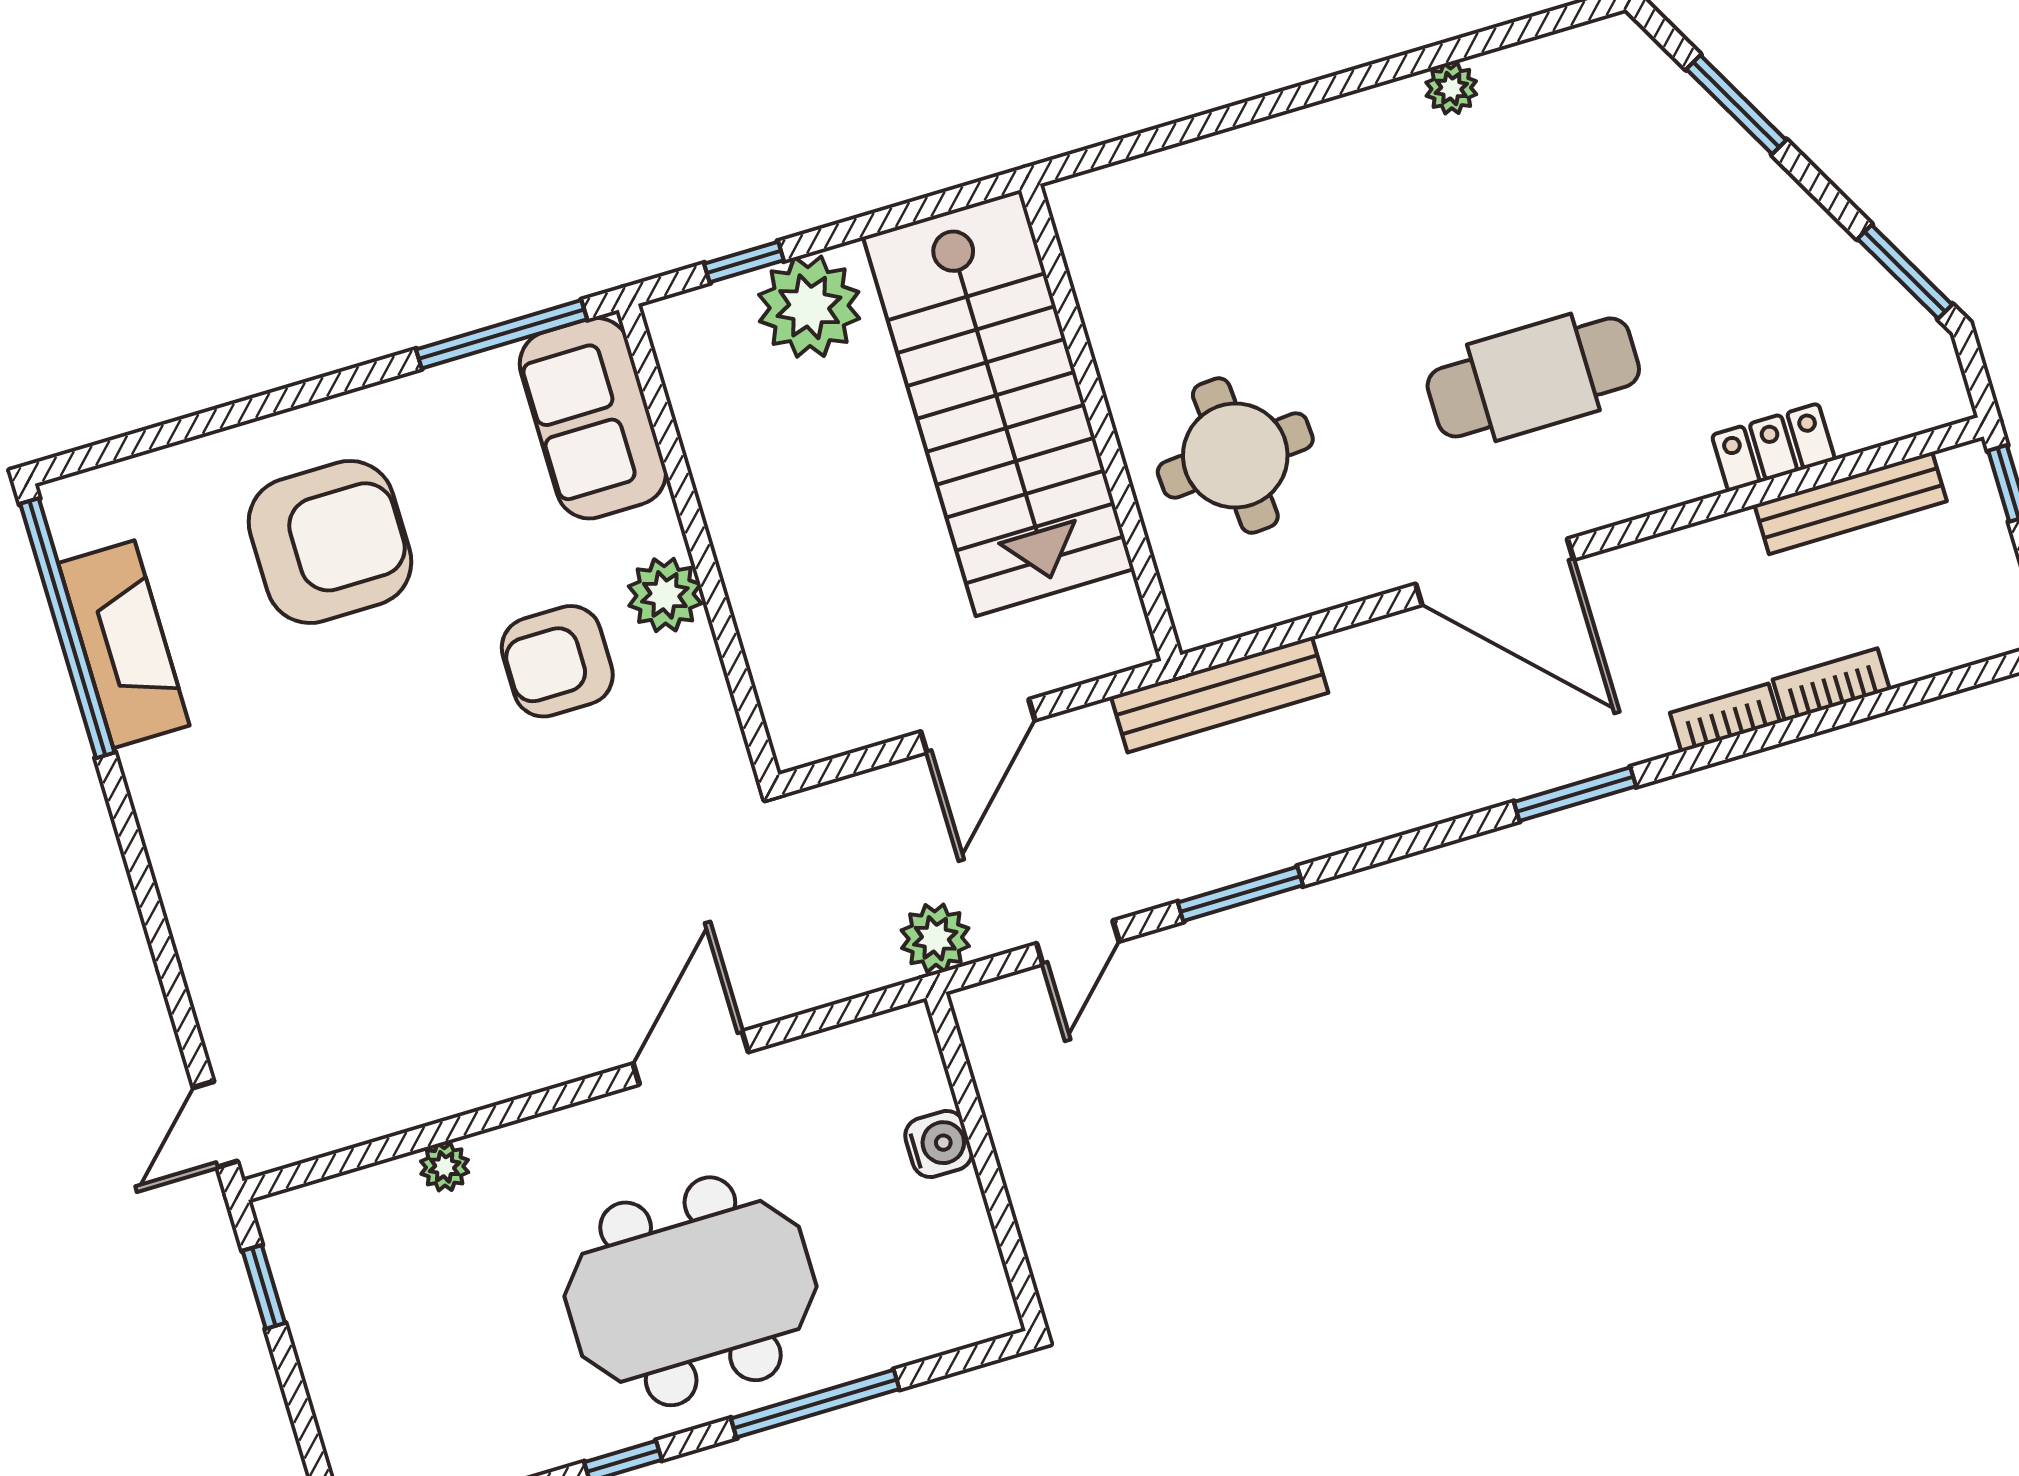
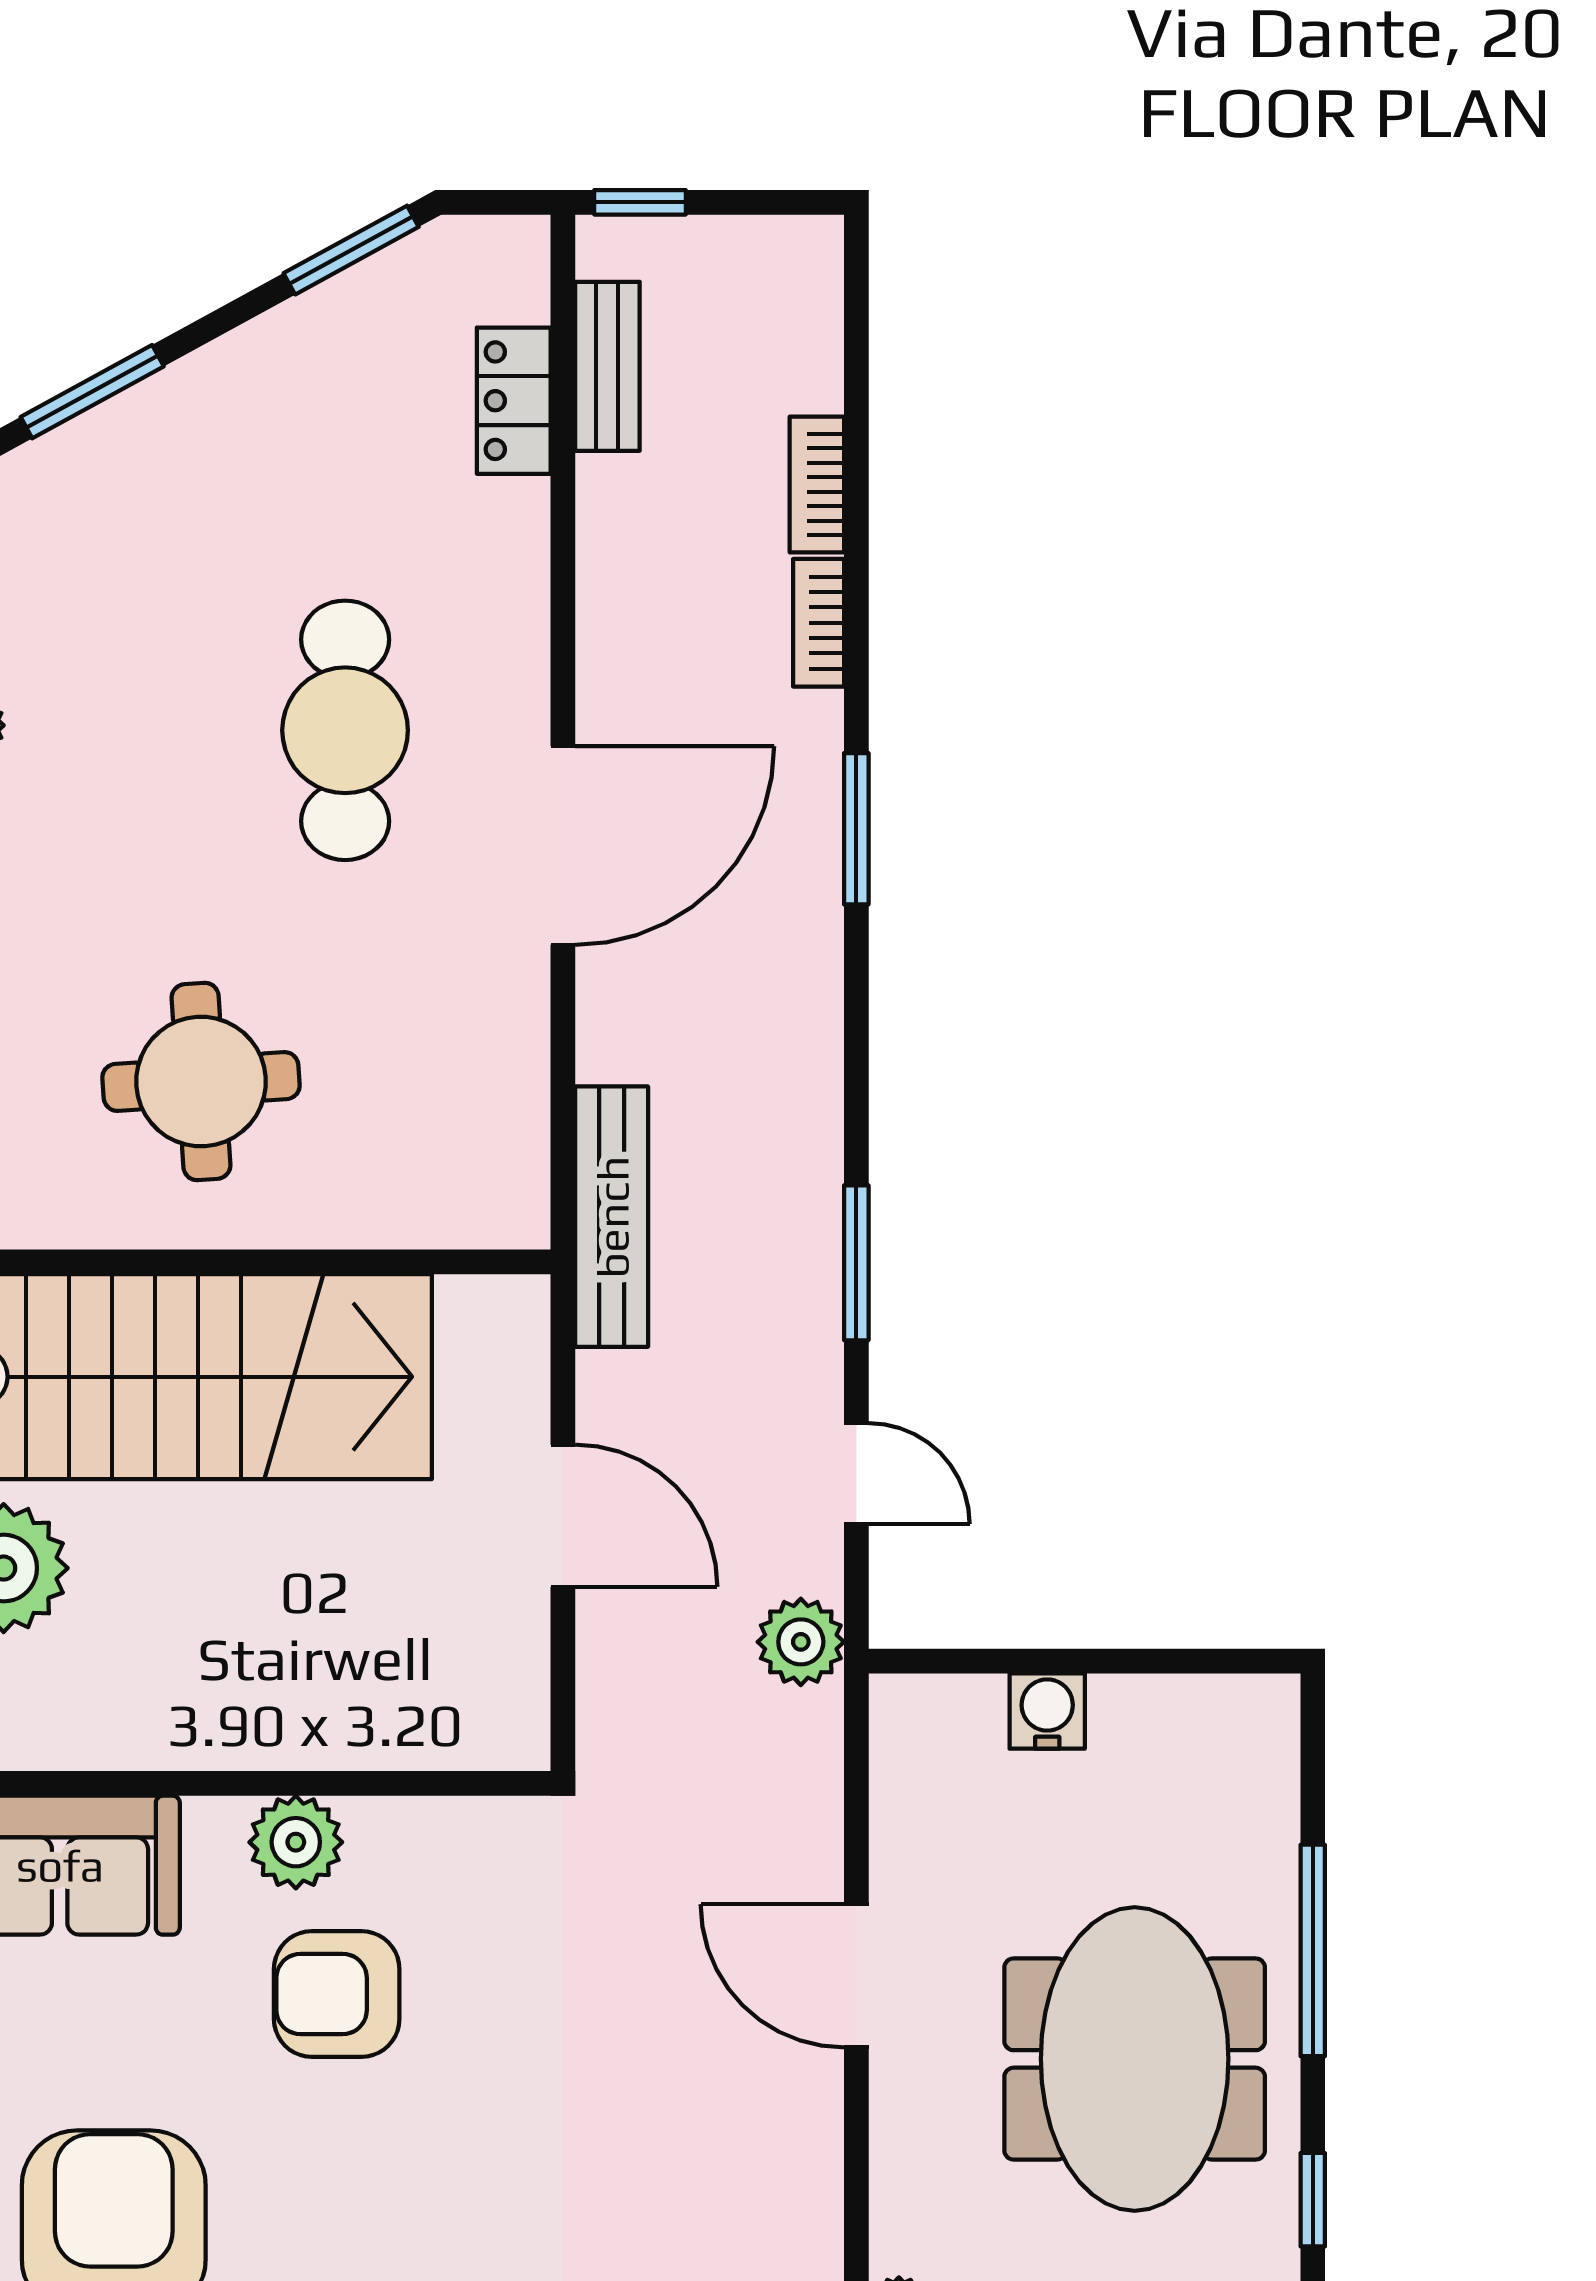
locker: (1773, 447) -> (514, 401), moved
round table: (1235, 456) -> (201, 1082), moved
bench: (1851, 503) -> (607, 366), width x0.73
armchair: (557, 661) -> (337, 1994), turned 90

